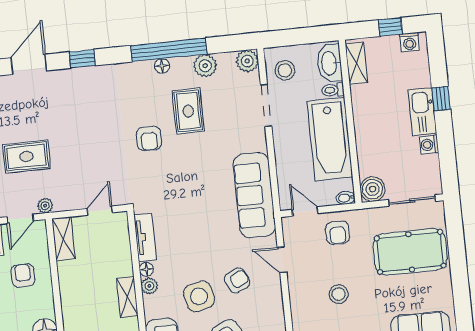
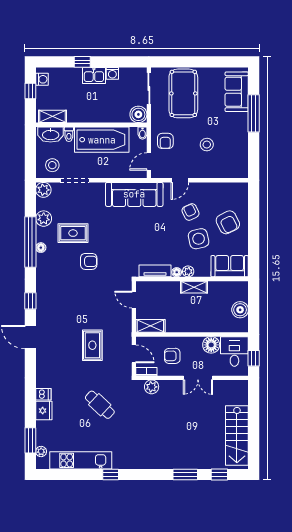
kitchen sink: (422, 112) -> (94, 75), width x0.73
plant: (45, 206) -> (127, 336), removed
armchair: (338, 233) -> (165, 141), turned 90

